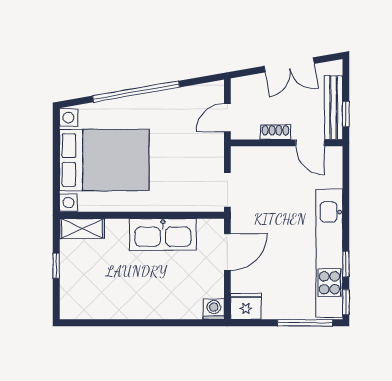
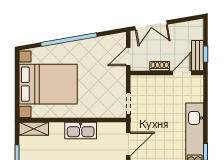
double door: (289, 65) -> (151, 25), moved
bench: (334, 108) -> (197, 56), width x0.73
door: (310, 143) -> (182, 73), swing flipped
kitchen sink: (163, 234) -> (81, 131), width x0.73, depth x0.81

